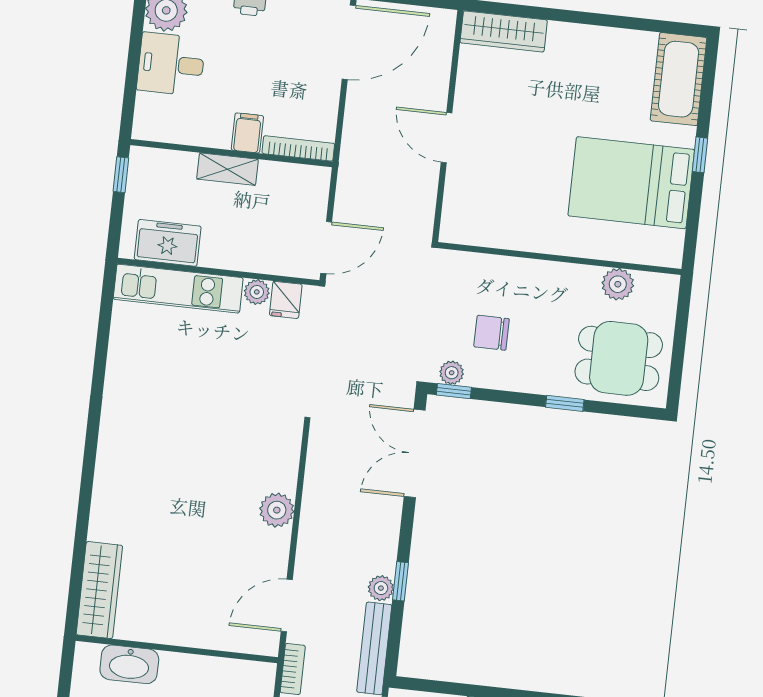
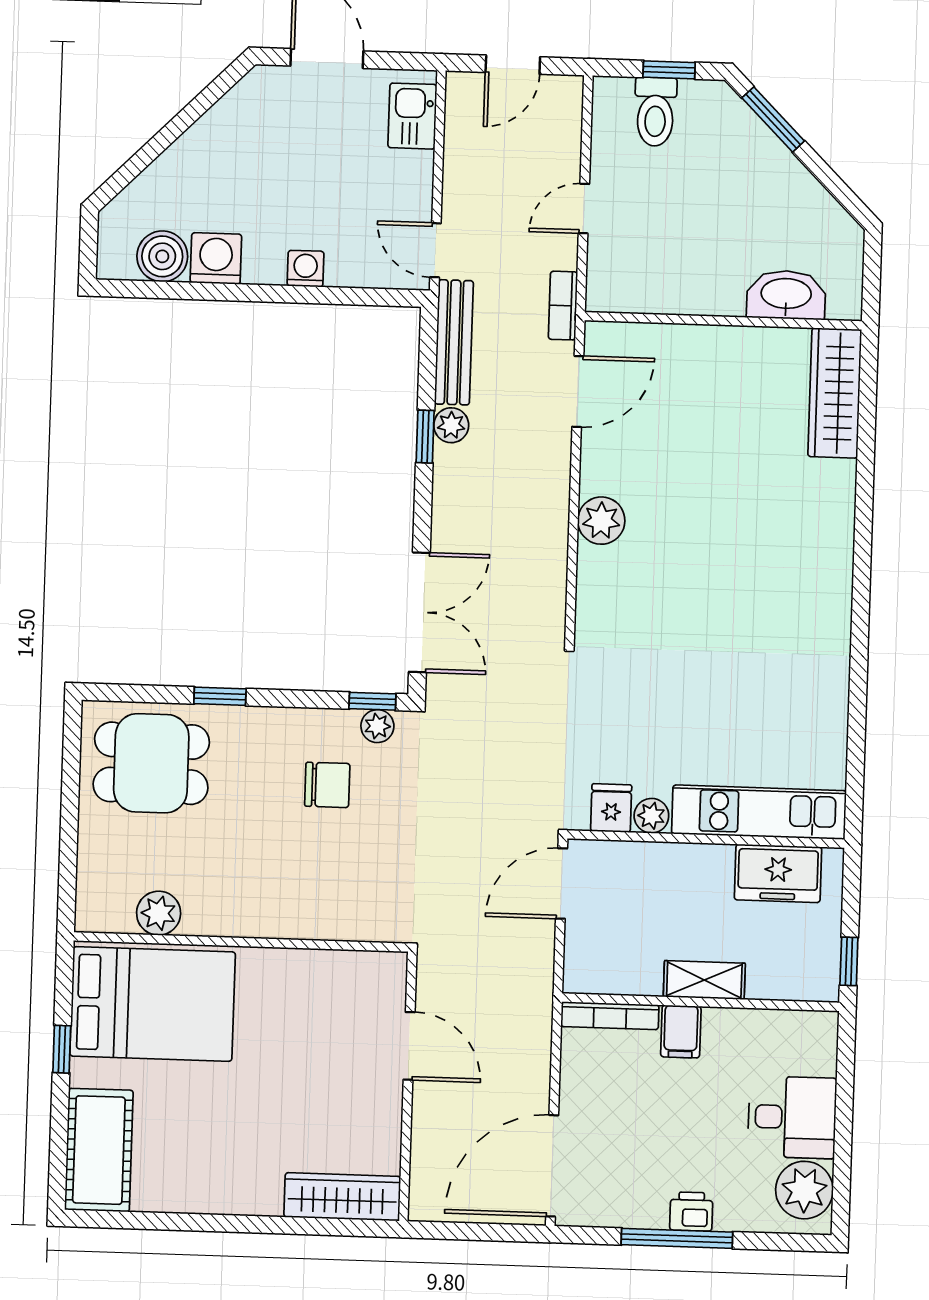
wall: (559, 259) -> (241, 942), moved
plant: (618, 284) -> (159, 913), moved

